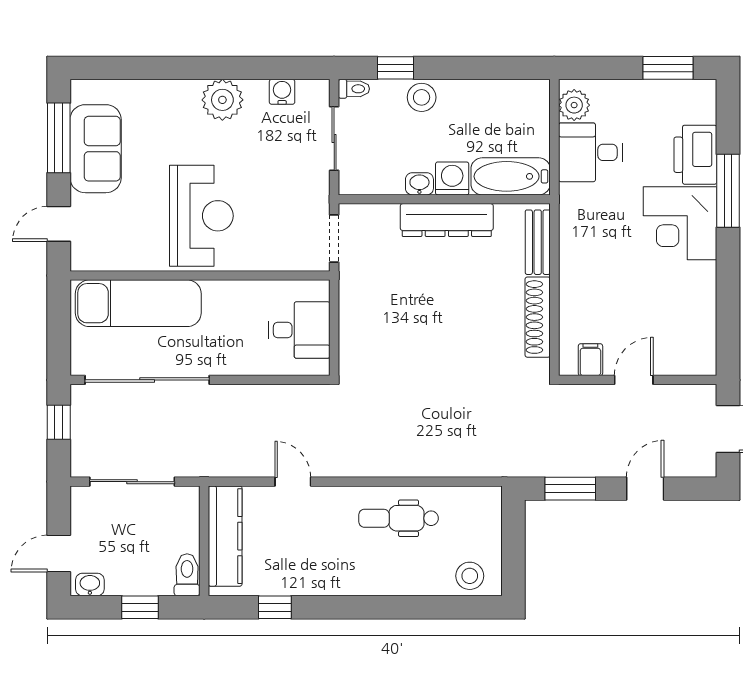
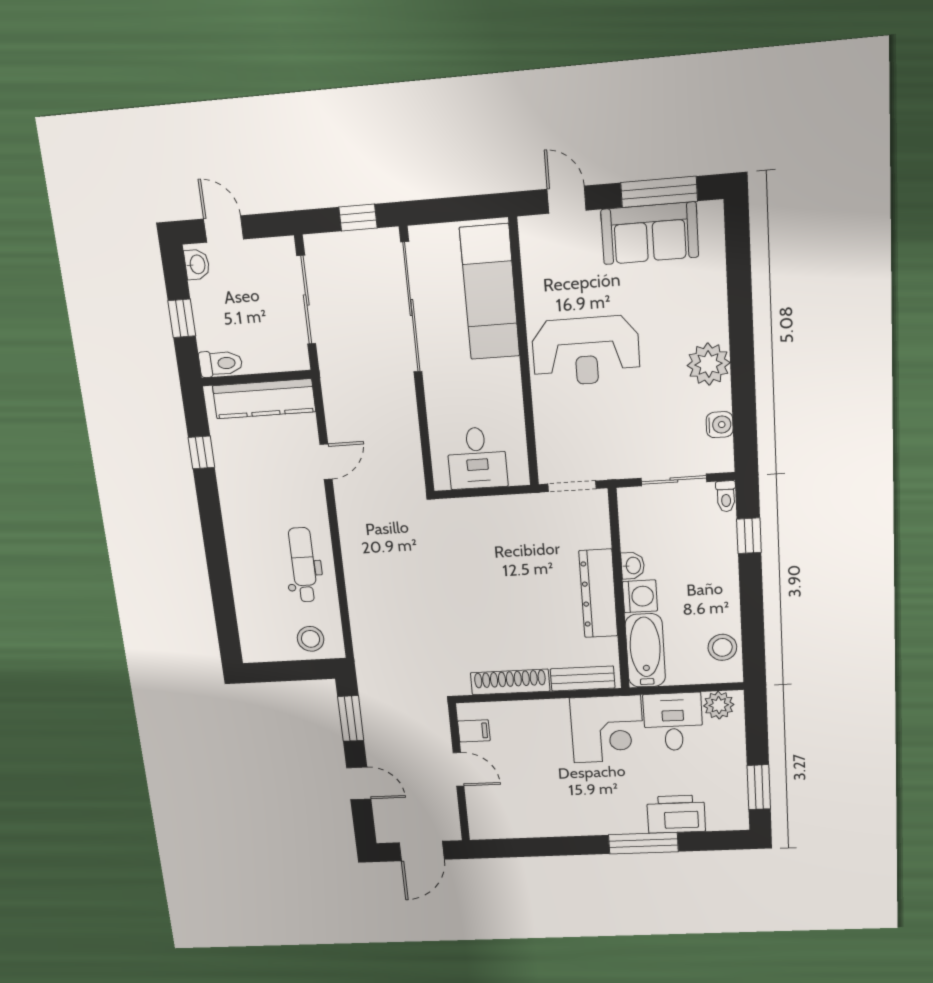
stool: (422, 97) -> (722, 647), moved
corner desk: (680, 223) -> (607, 729), moved, turned 180
stool: (470, 576) -> (311, 639), moved

